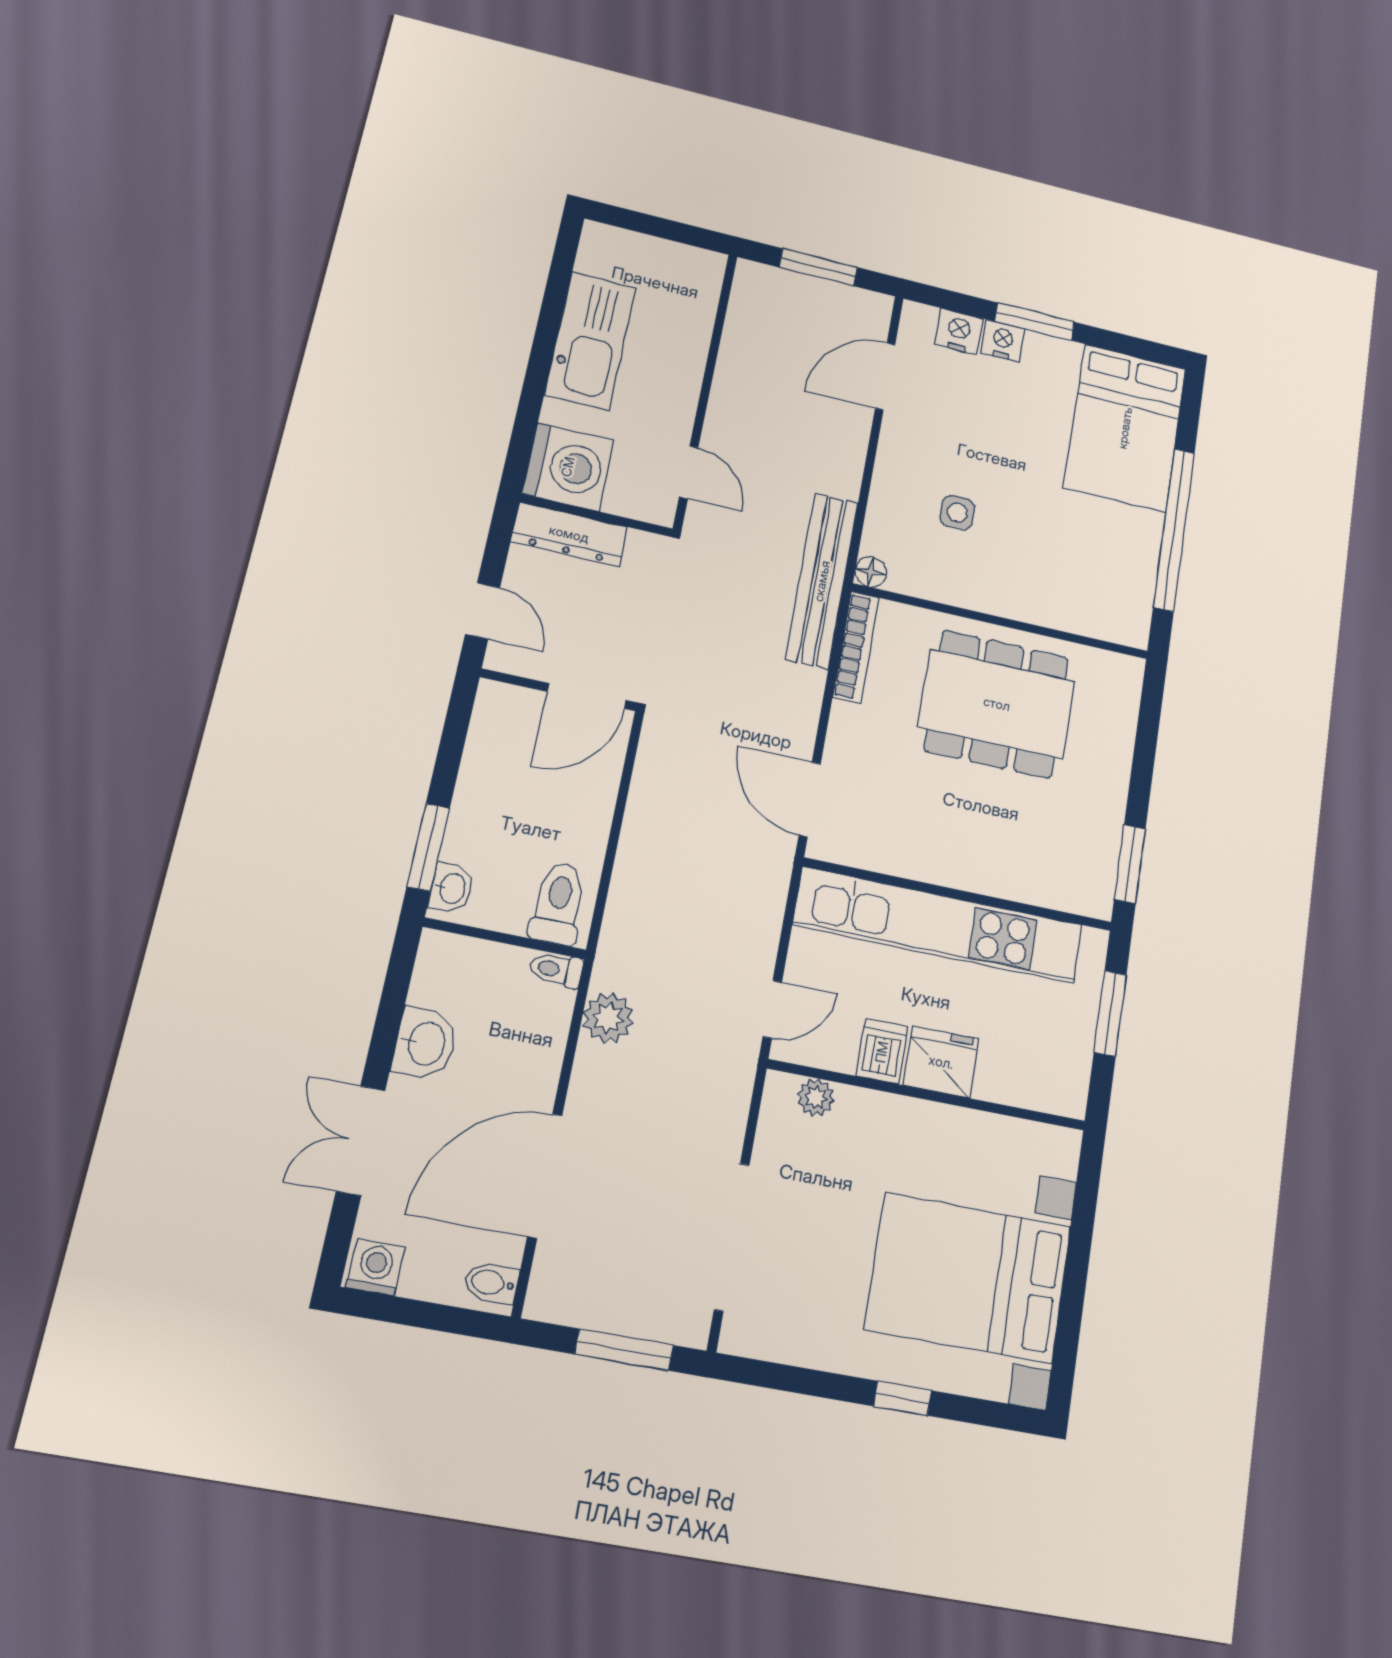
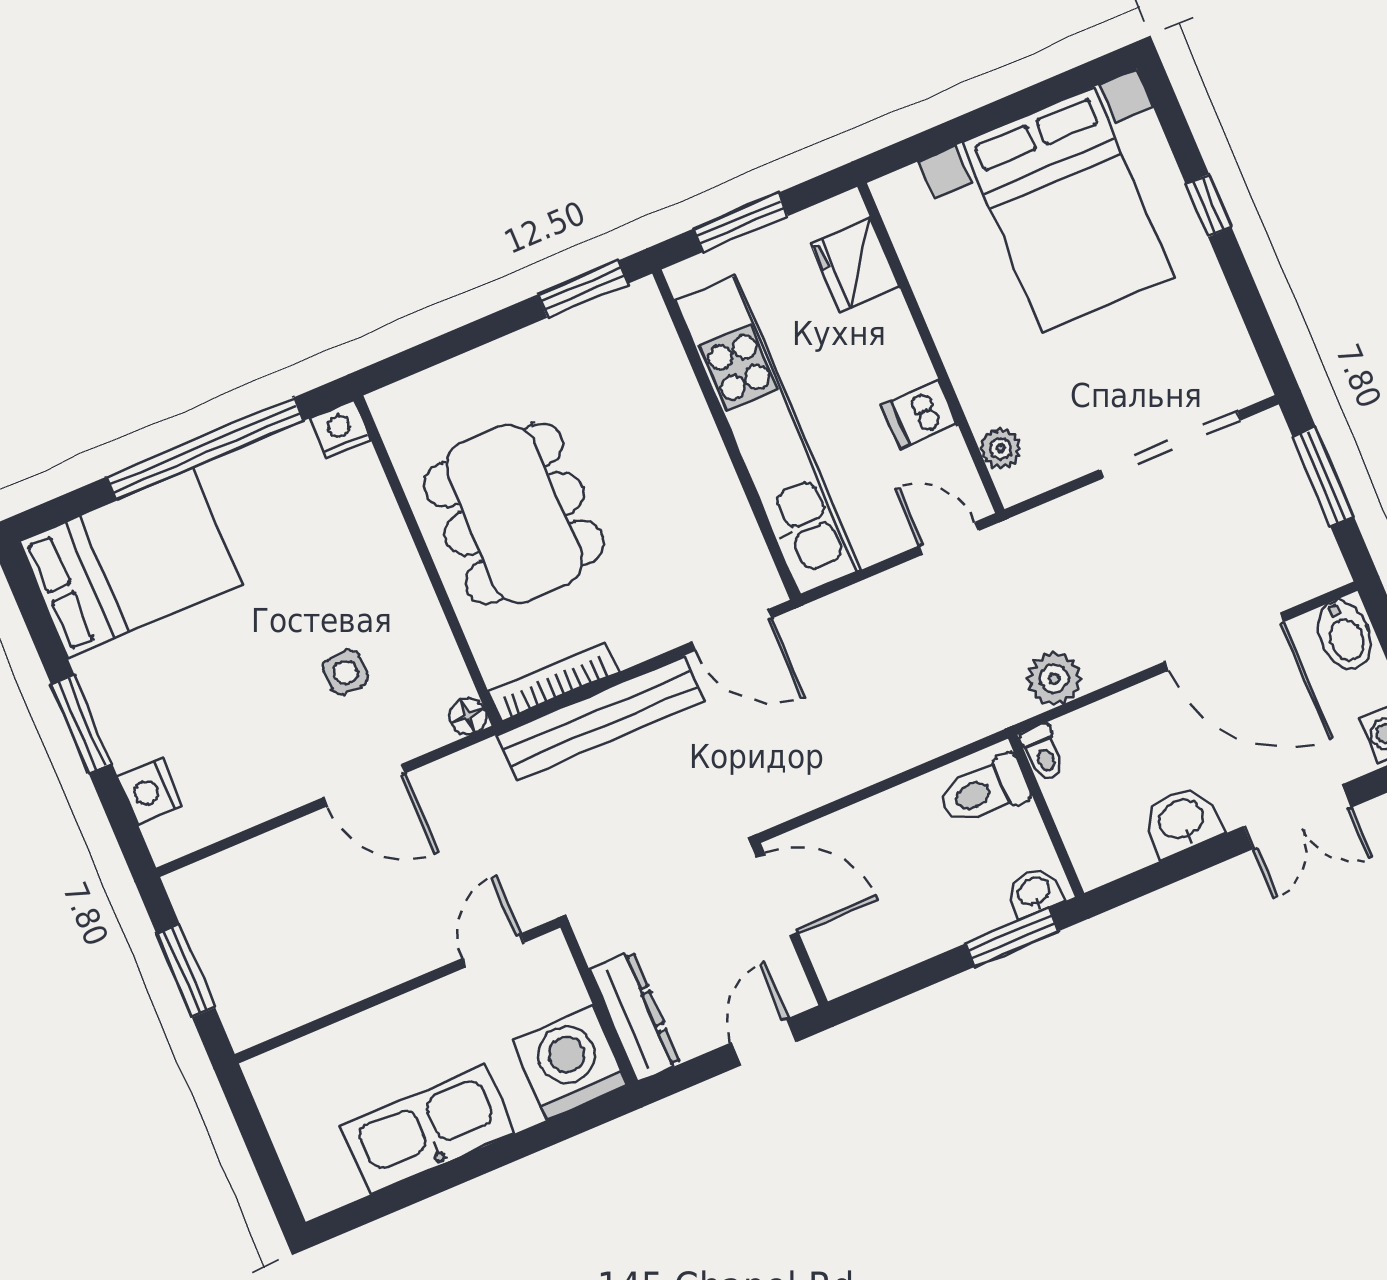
nightstand: (1003, 341) -> (340, 429), moved, turned 90
door: (885, 376) -> (364, 785), moved
bench: (822, 581) -> (600, 718), moved
door: (810, 799) -> (732, 630), hinge flipped
fridge: (941, 1062) -> (855, 264), moved
bidet: (491, 1283) -> (1345, 635), width x1.38, depth x1.36

